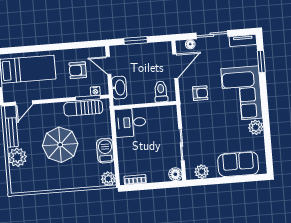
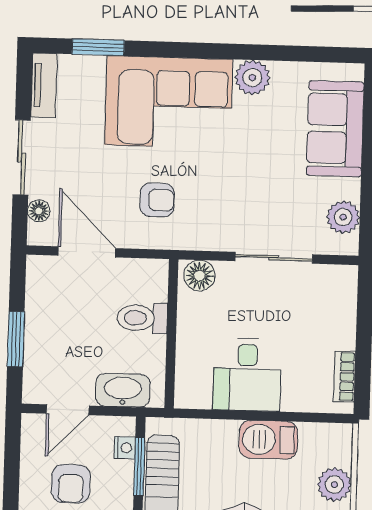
toilet: (161, 92) -> (142, 318), moved
armchair: (200, 93) -> (157, 200), turned 90
desk: (130, 122) -> (247, 375), moved
floor lamp: (175, 174) -> (199, 276), moved
plant: (108, 179) -> (334, 485), moved

